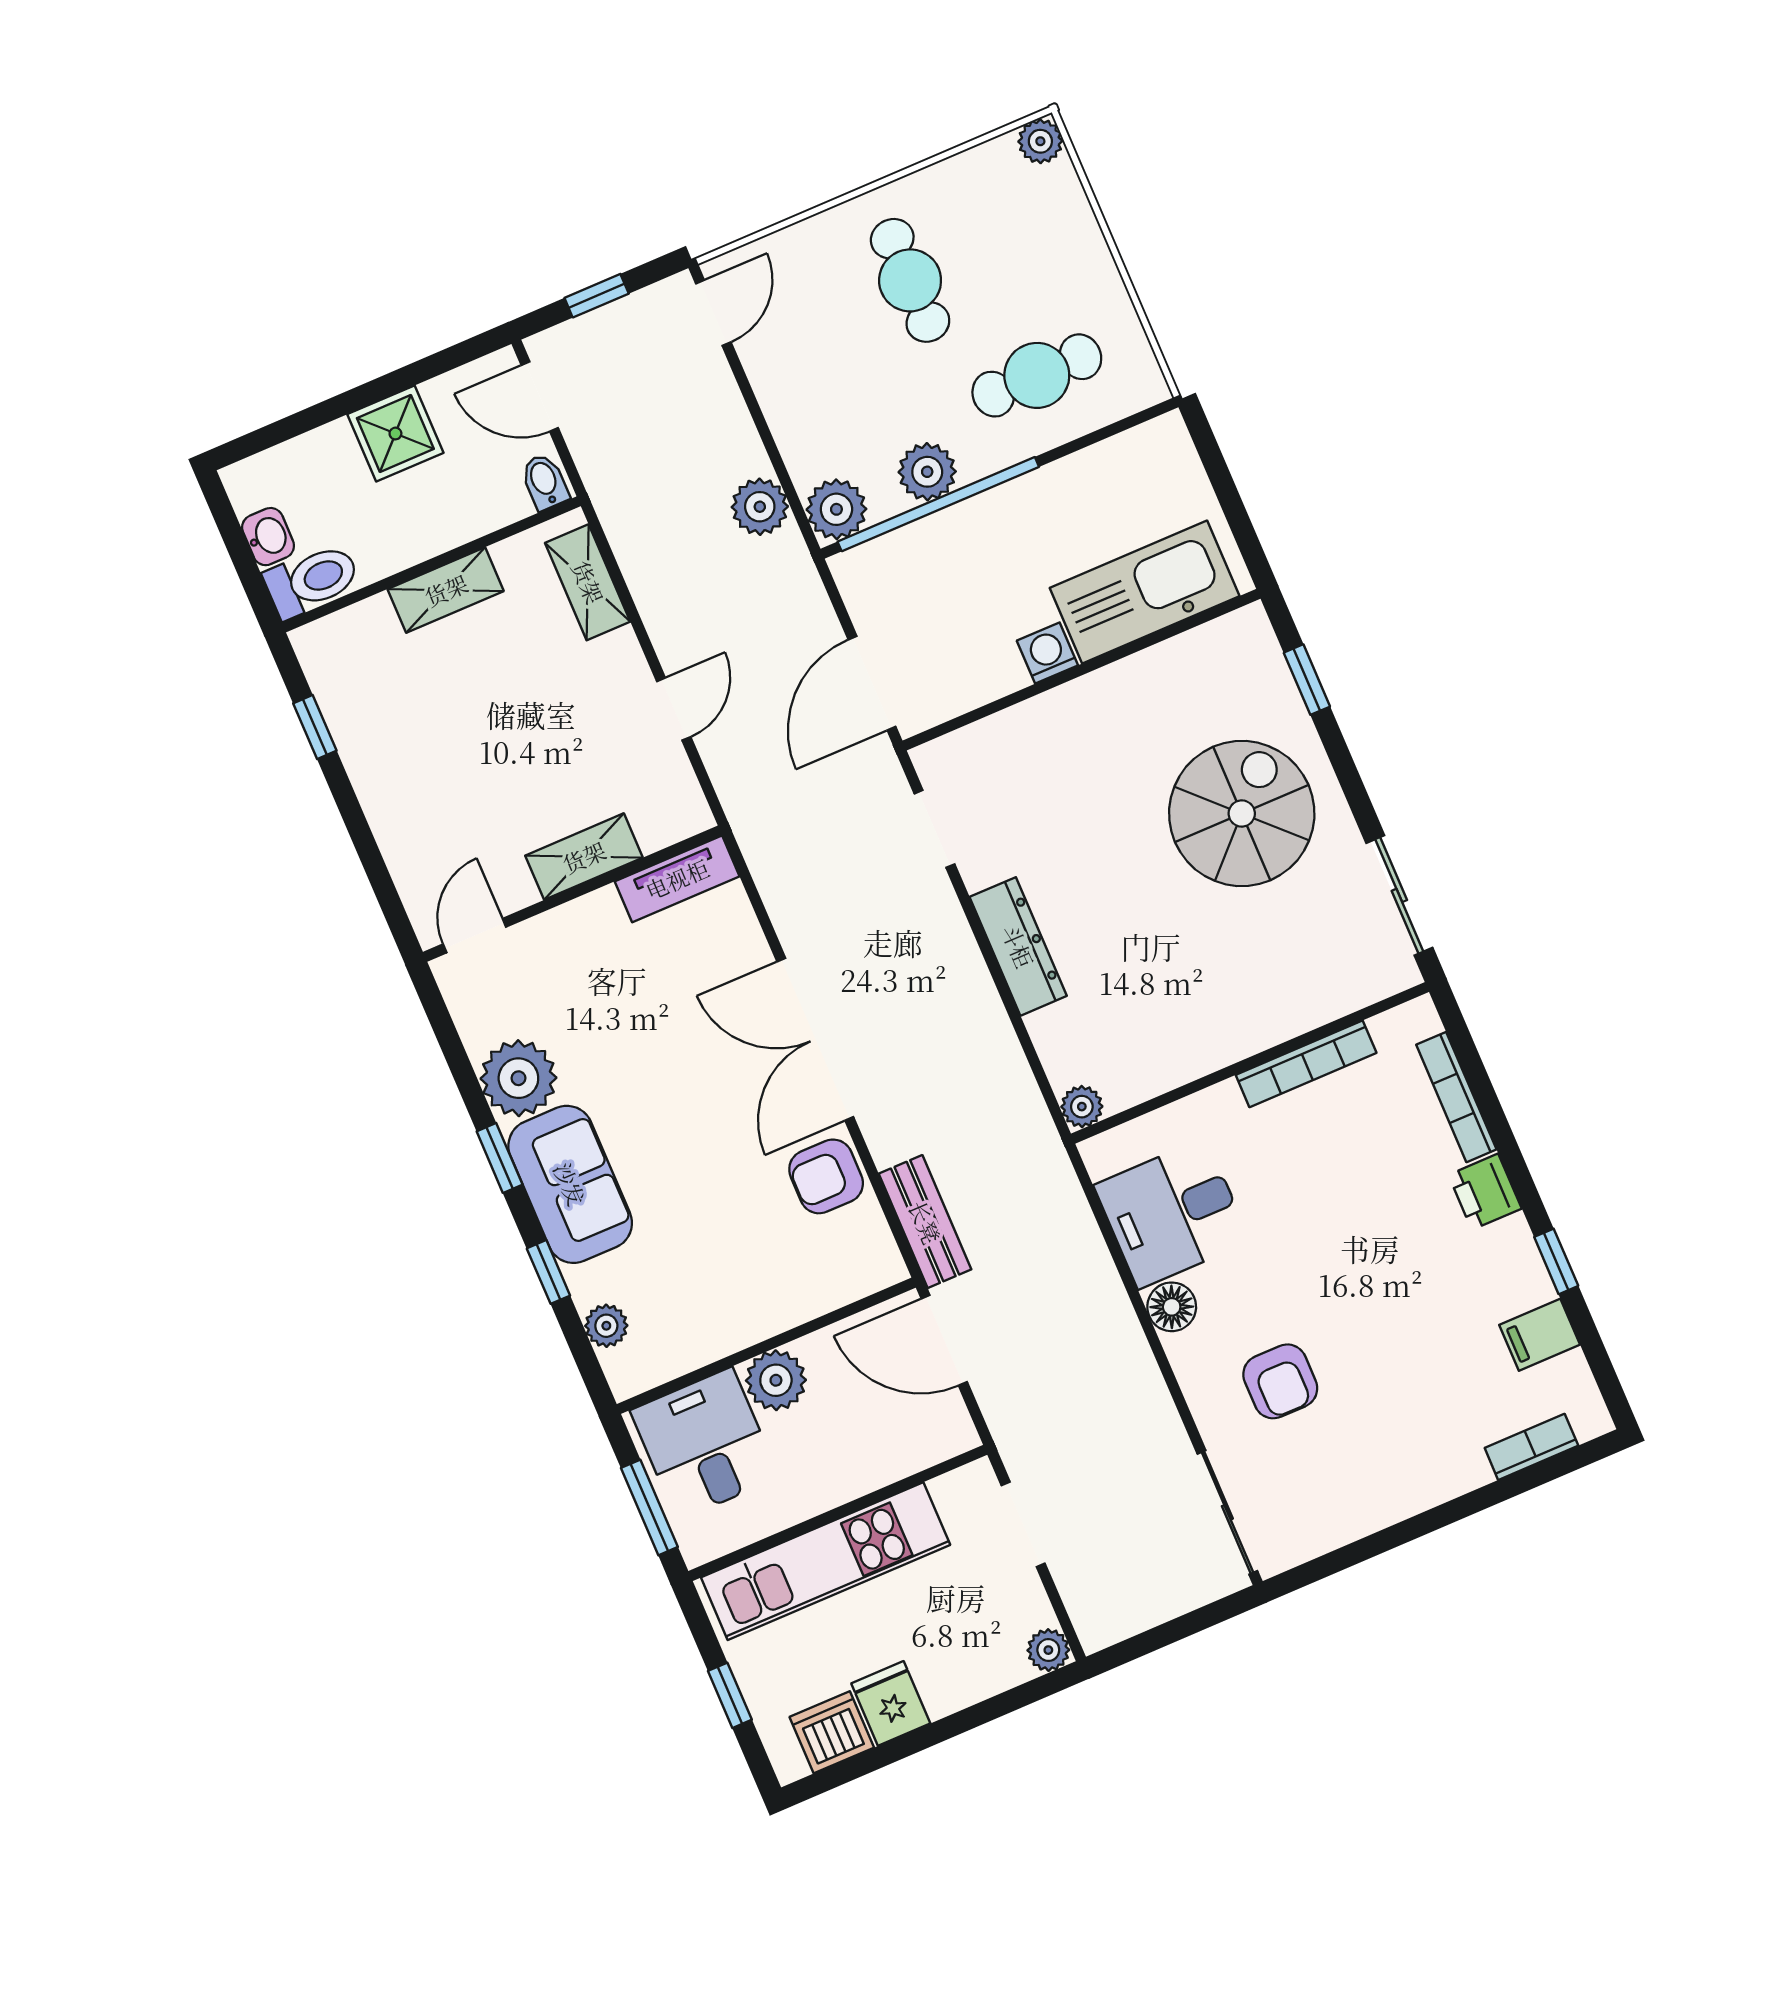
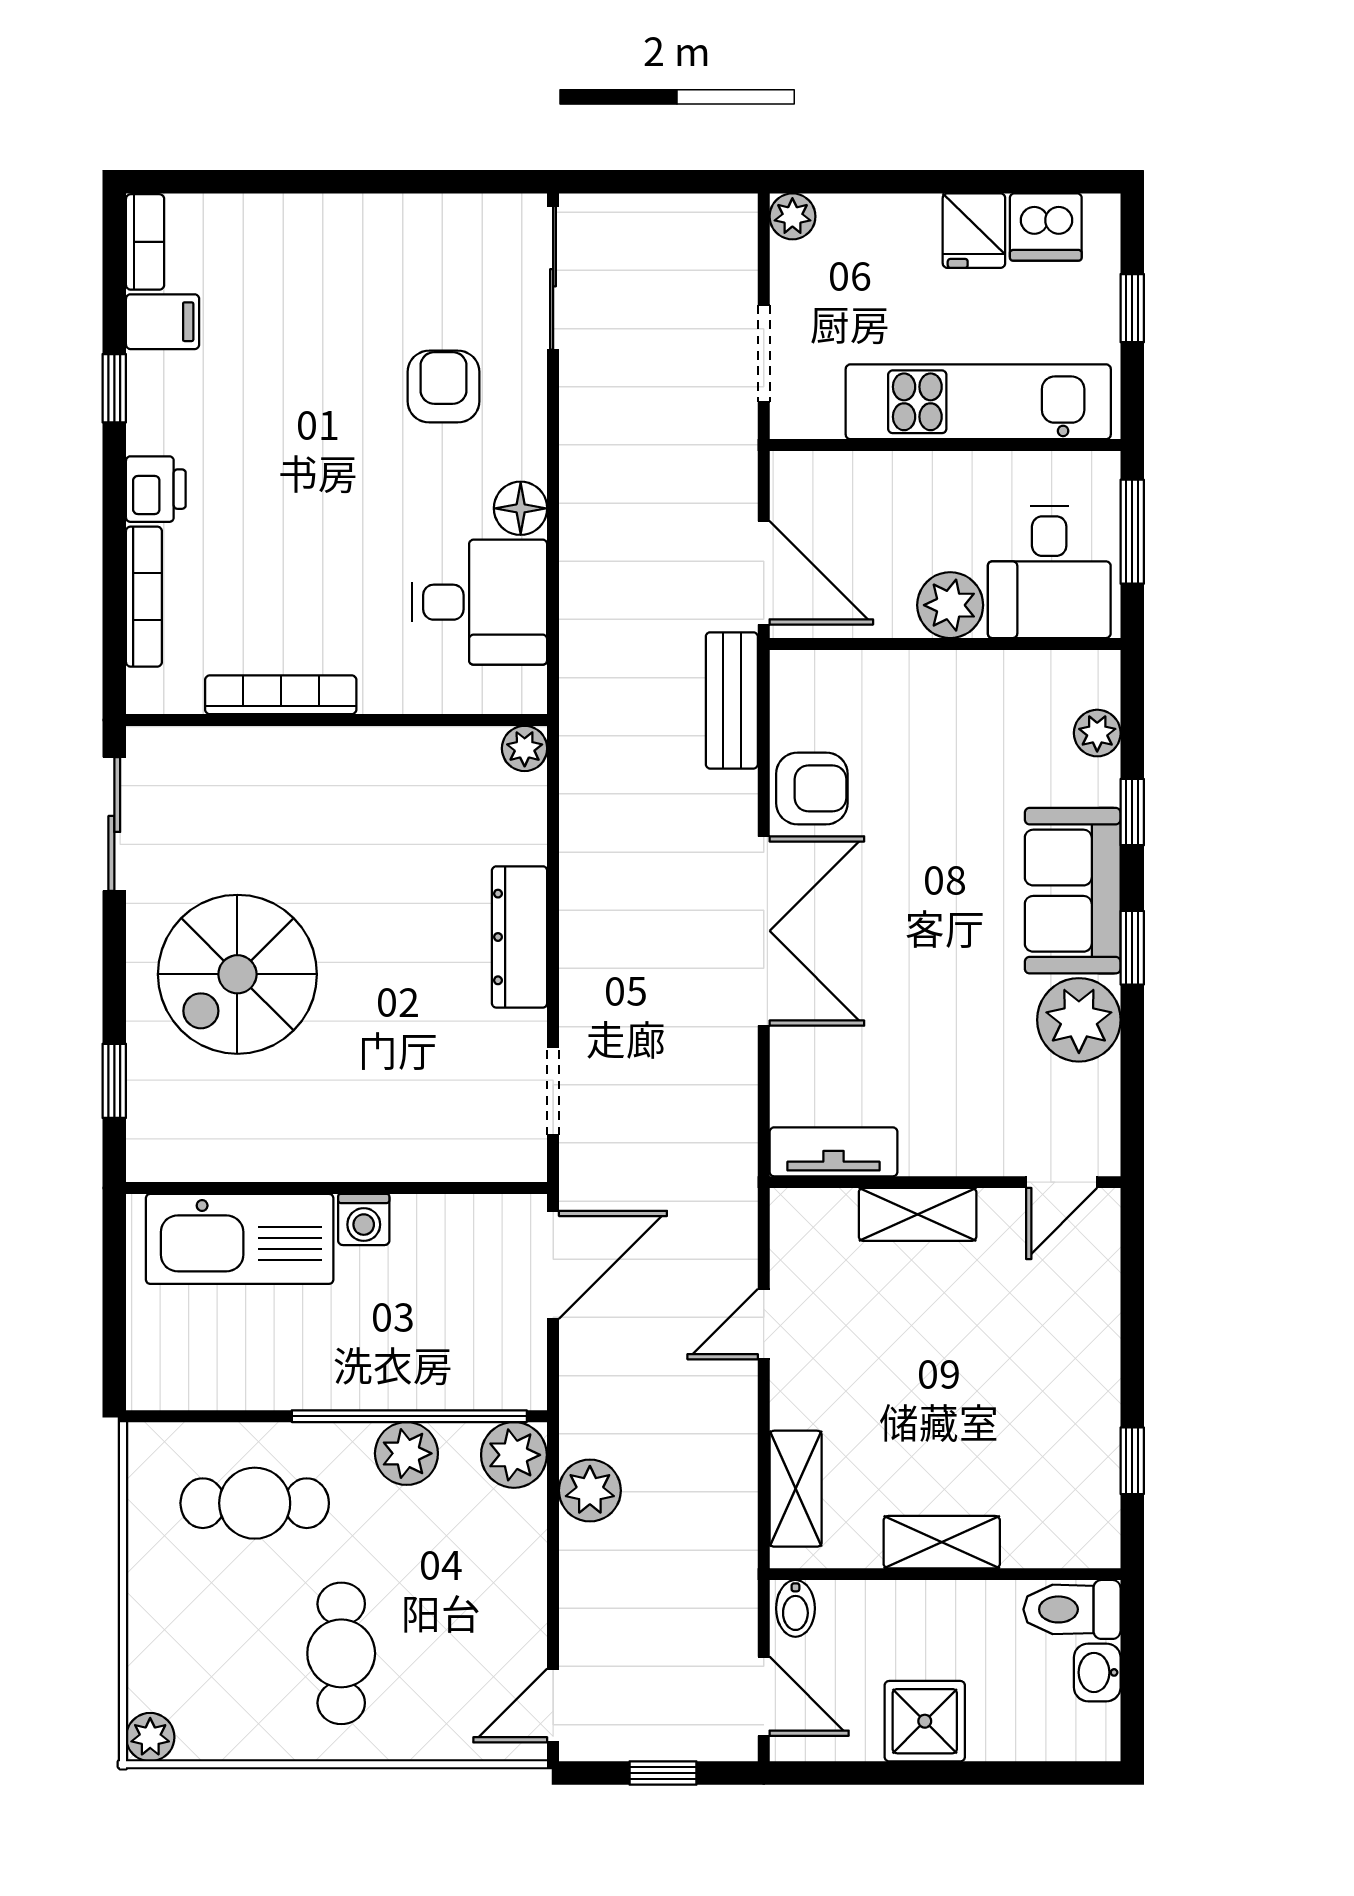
bookcase: (1531, 1447) -> (145, 242), moved, turned -90

